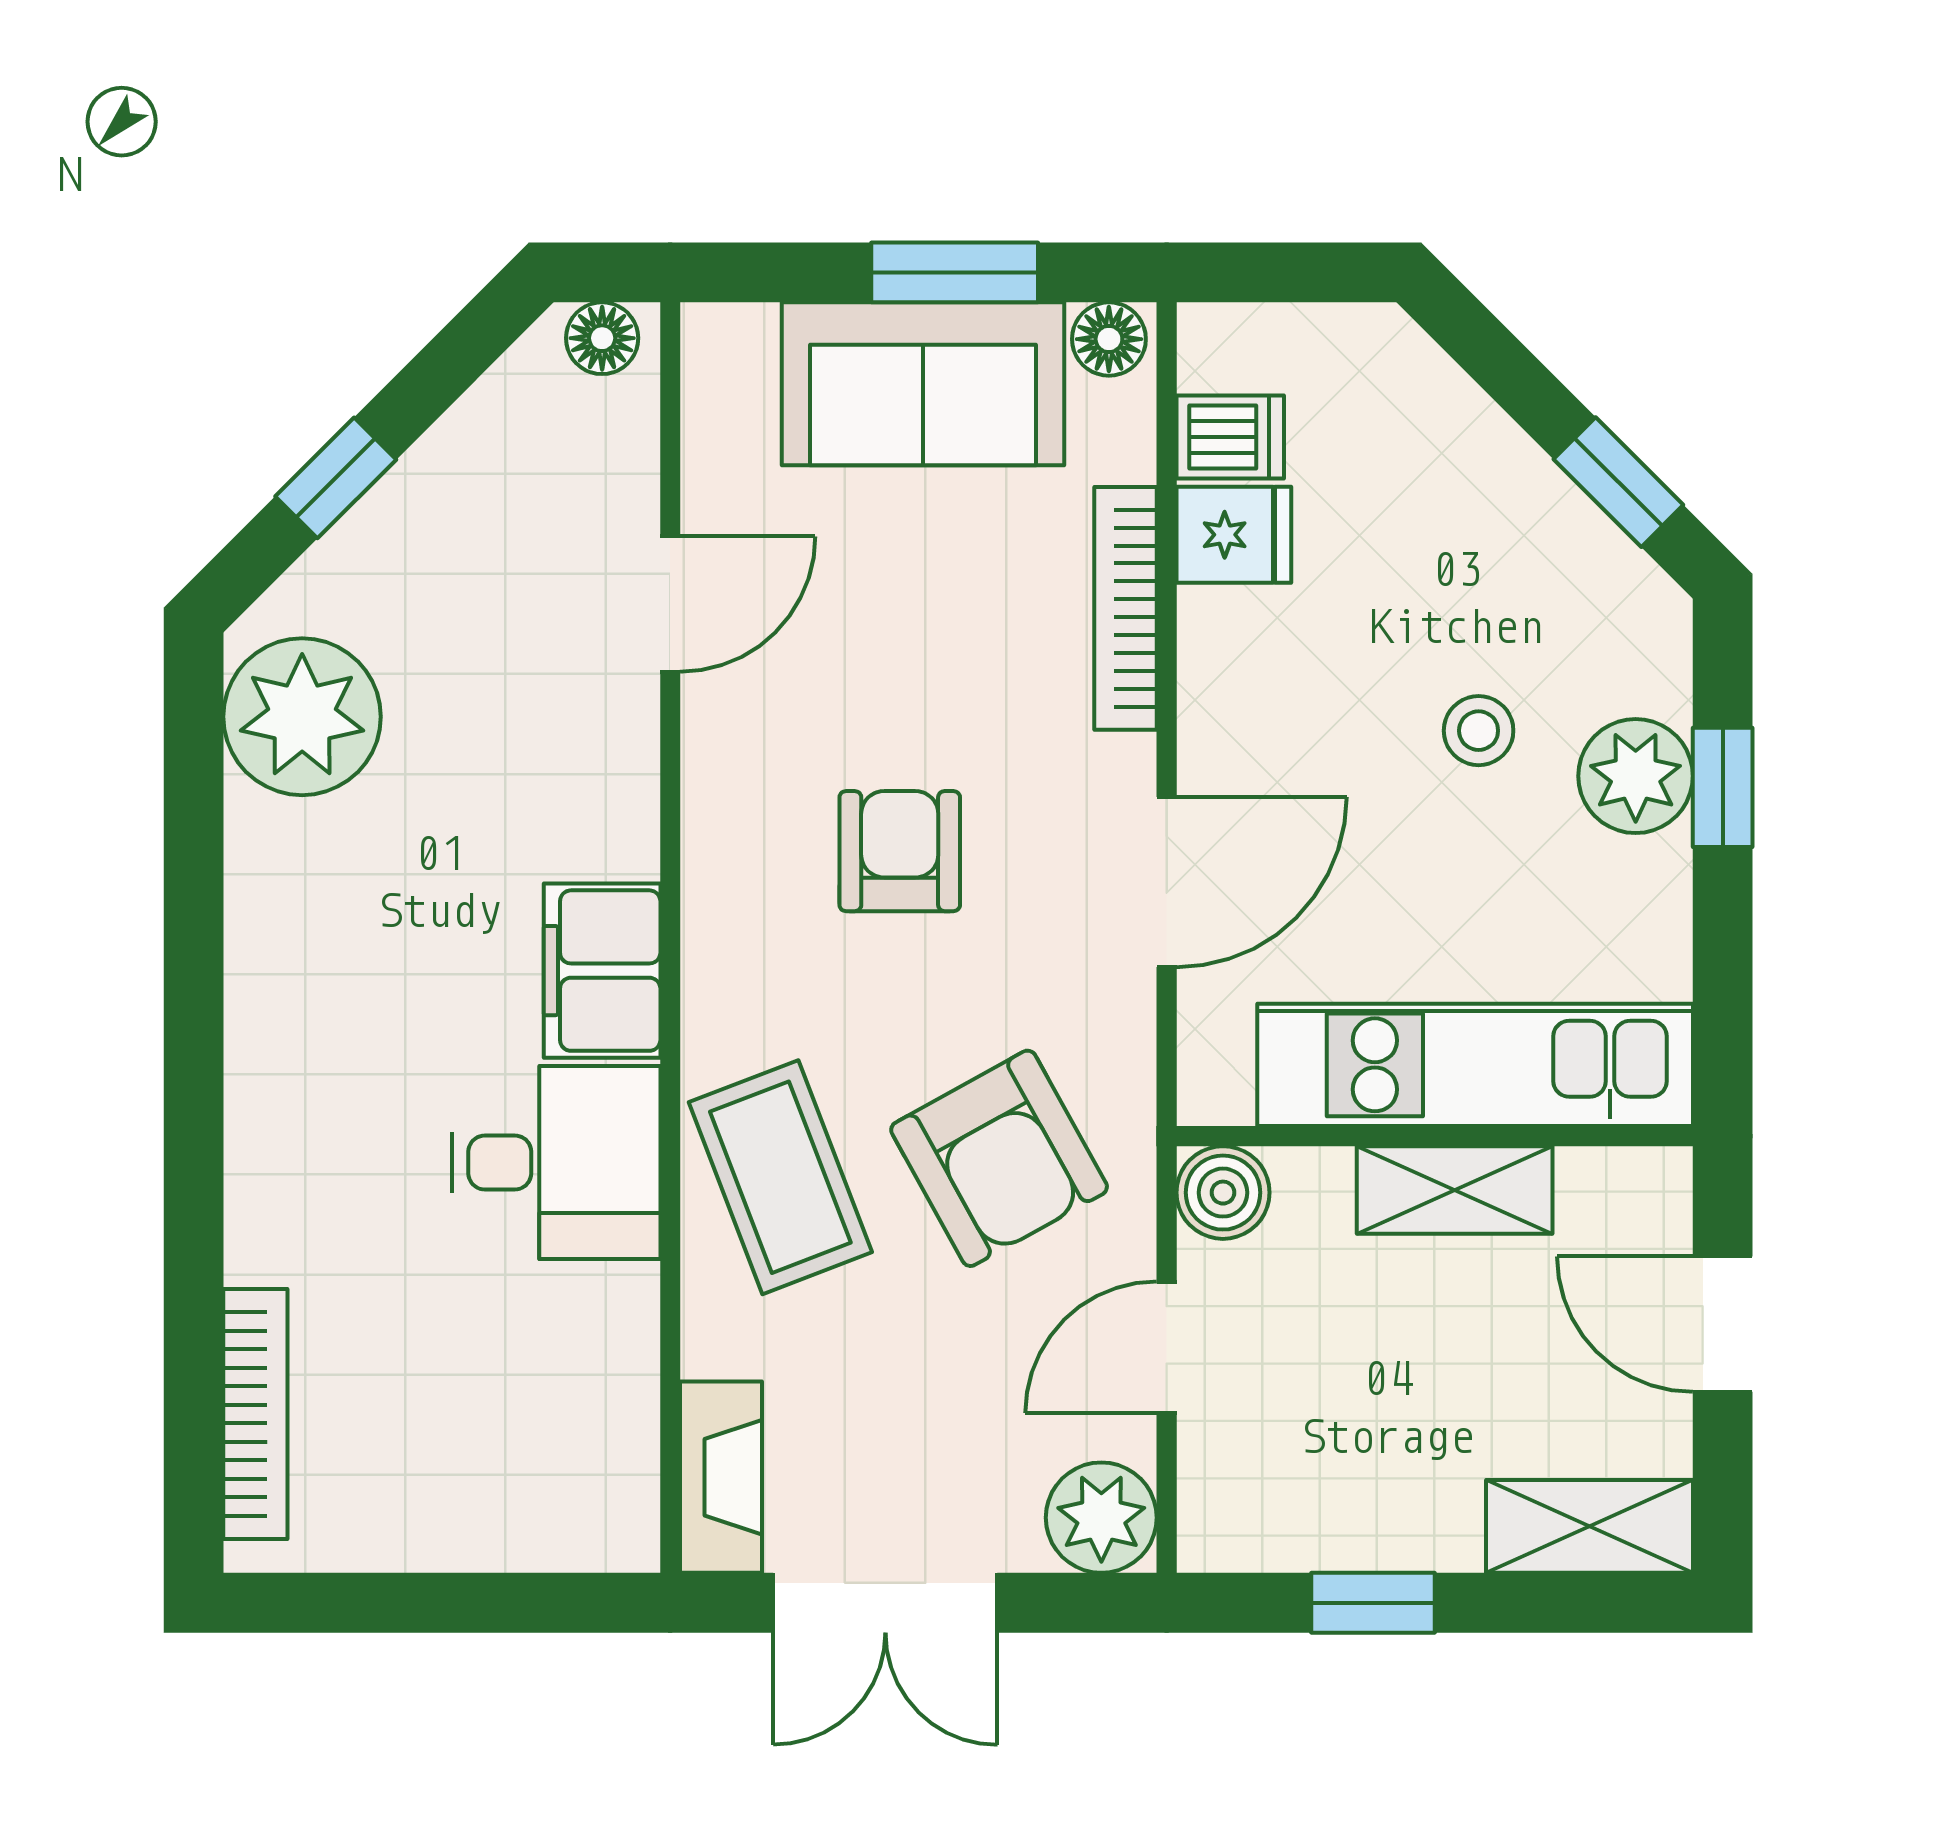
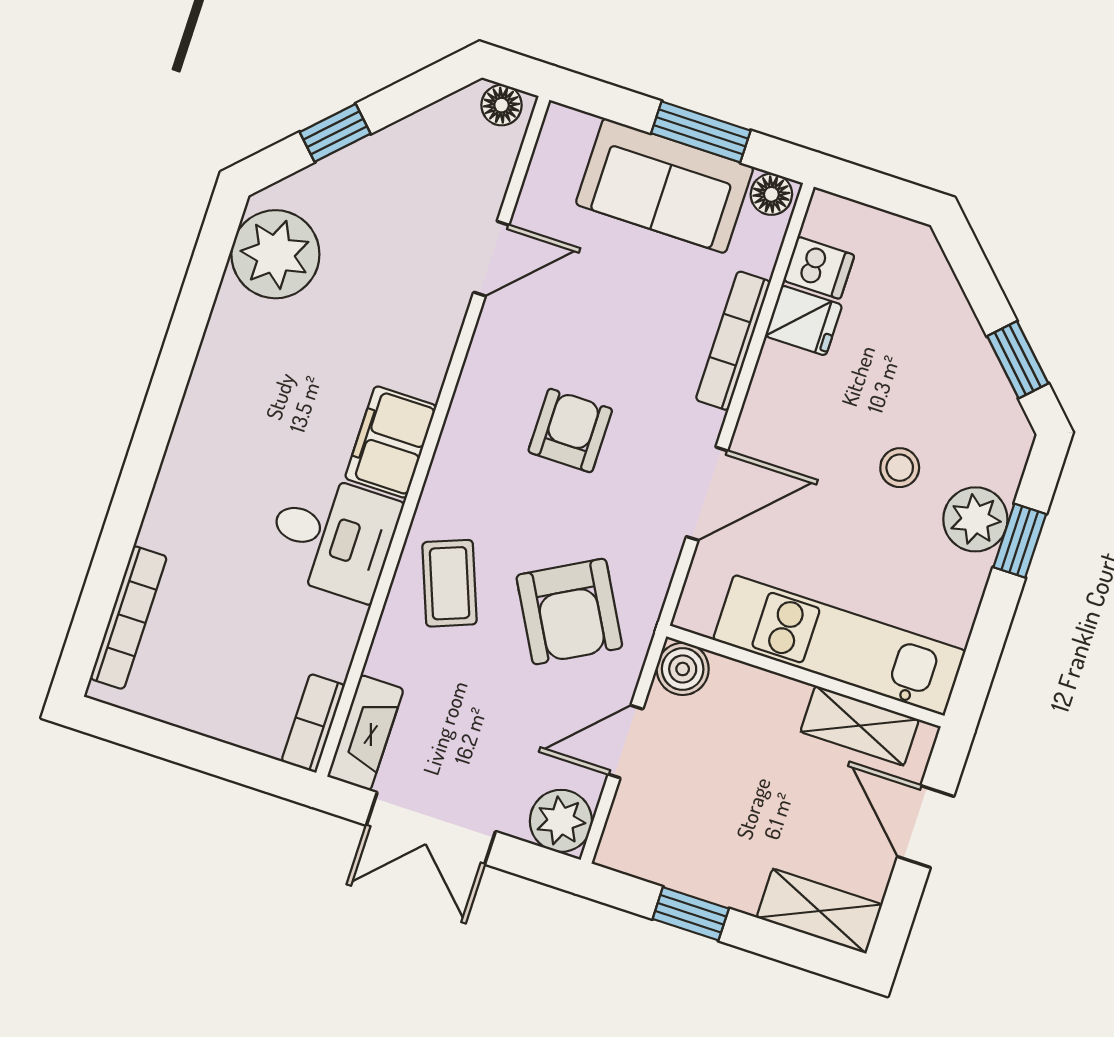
coffee table: (780, 1177) -> (450, 583), width x0.73, depth x0.77
shelving: (1455, 1190) -> (860, 726), moved
bookcase: (627, 1490) -> (313, 723), added

